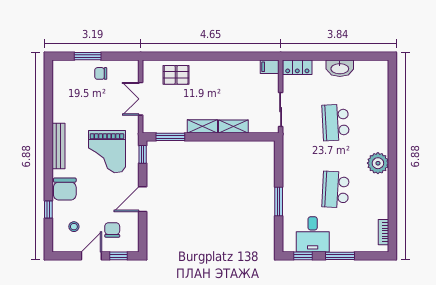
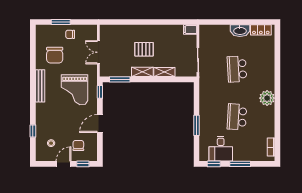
locker: (297, 67) -> (261, 30), moved
pallet: (176, 75) -> (144, 49), moved
chair: (65, 189) -> (55, 55), moved

